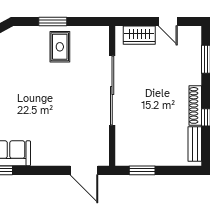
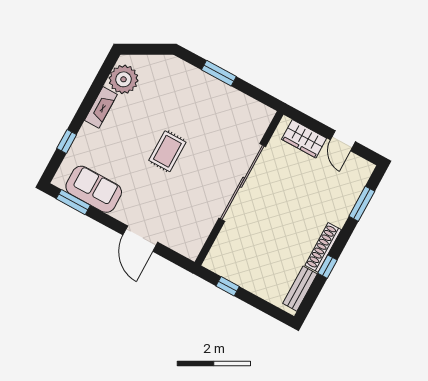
rug: (60, 47) -> (167, 151), moved
door: (84, 170) -> (140, 239), moved
window: (142, 170) -> (228, 286), width x0.67

